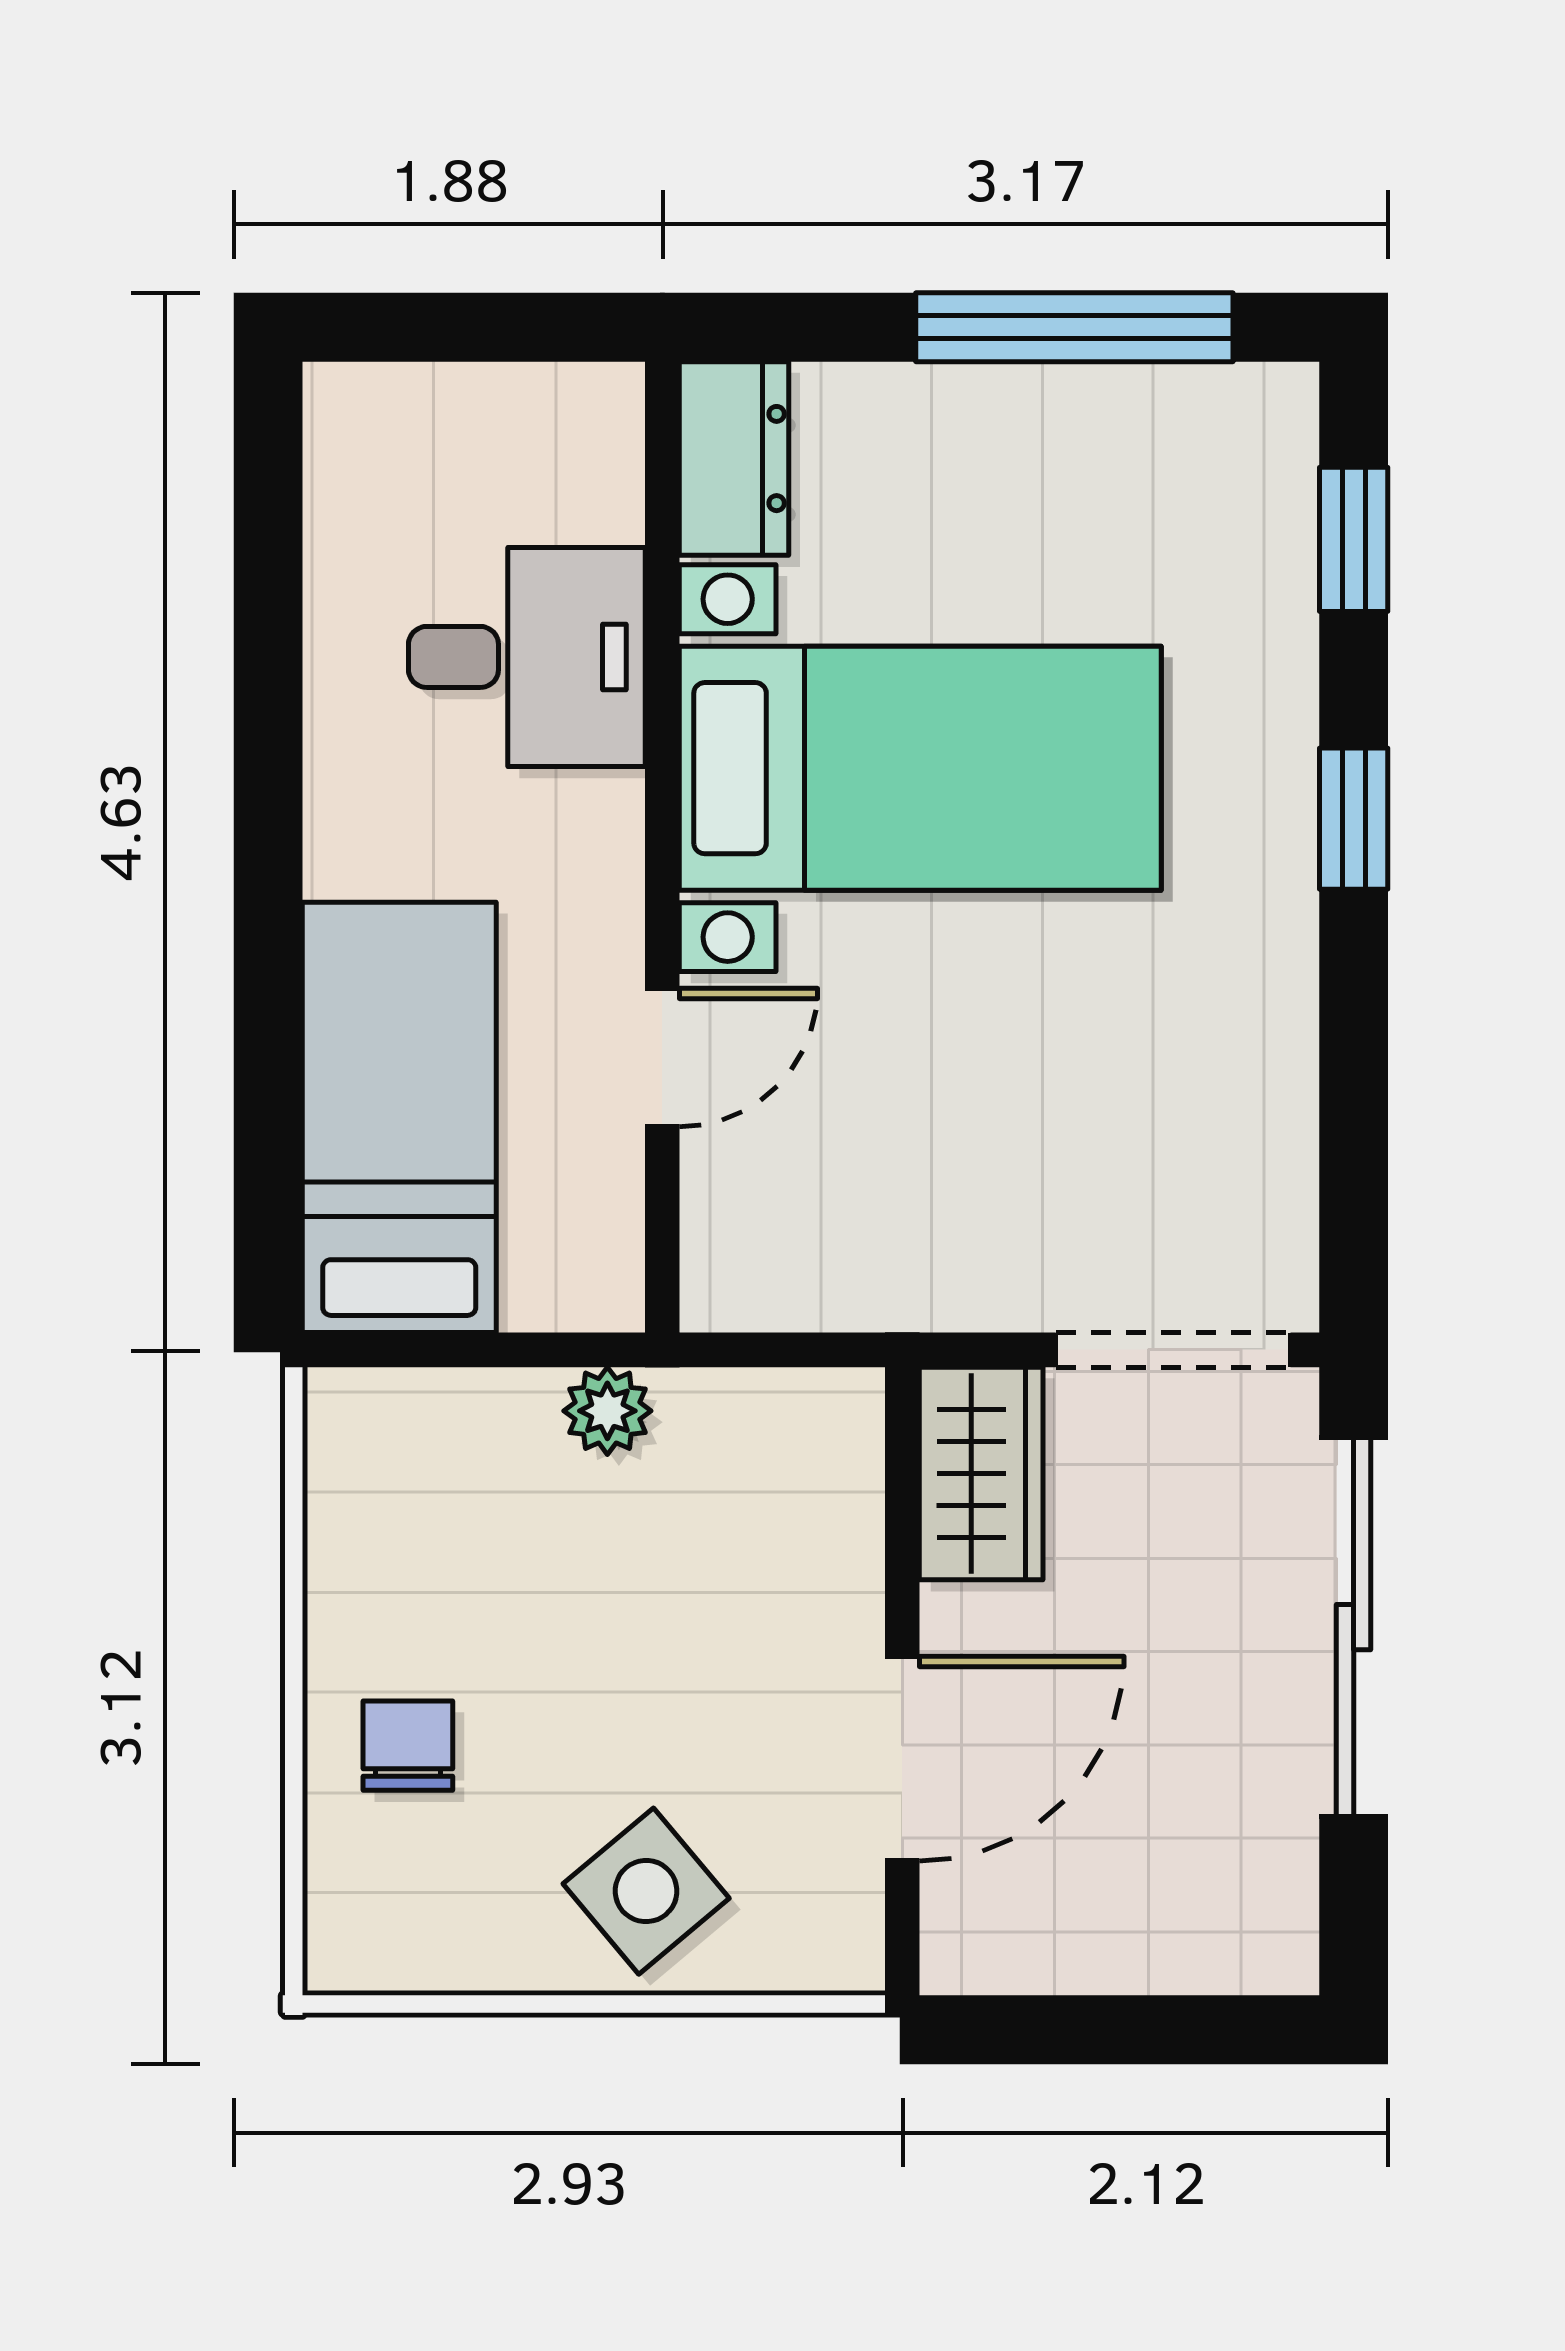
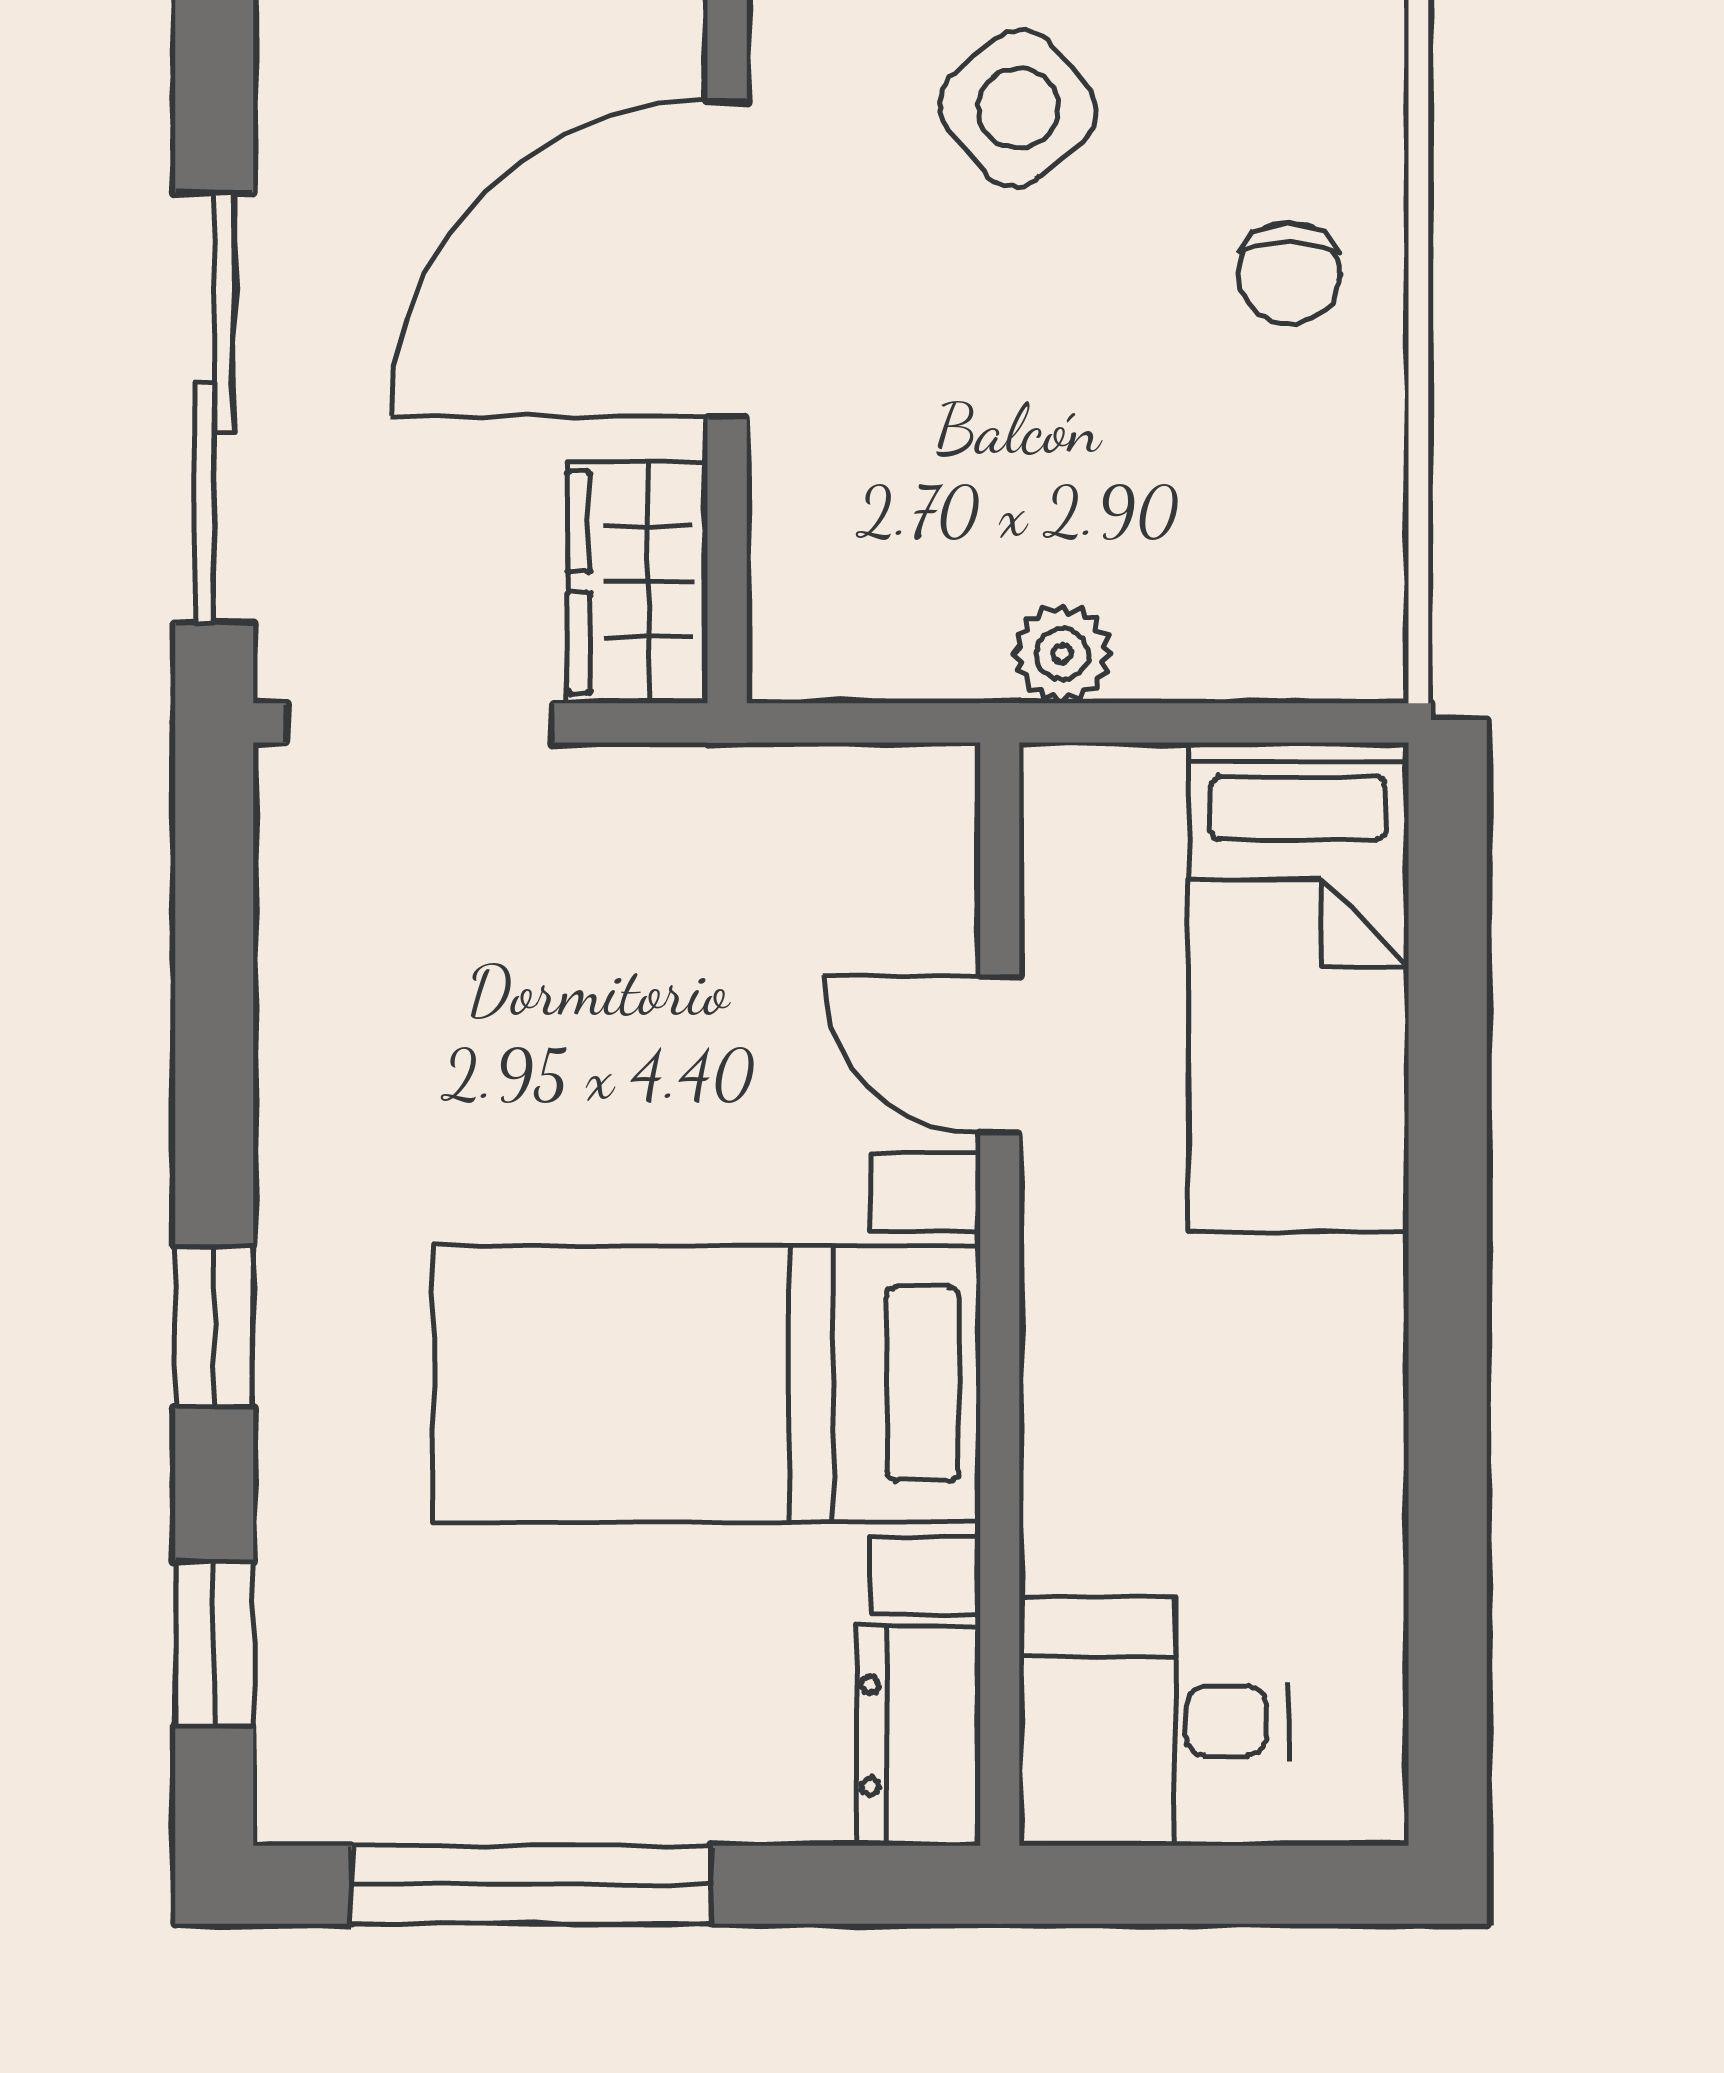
desk: (527, 657) -> (1154, 1721), moved
door: (662, 1058) -> (1000, 1055), hinge flipped
door: (902, 1759) -> (727, 258), width x1.36

